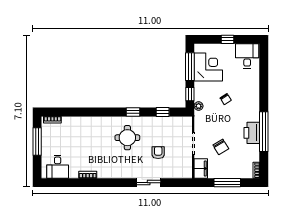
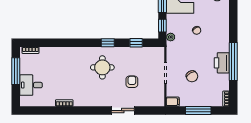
desk: (58, 167) -> (31, 85), moved, turned 90
filing cabinet: (201, 169) -> (173, 102), width x0.50

